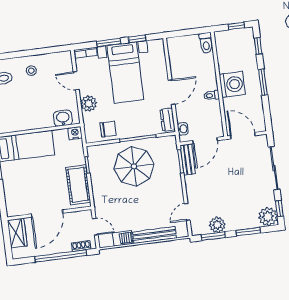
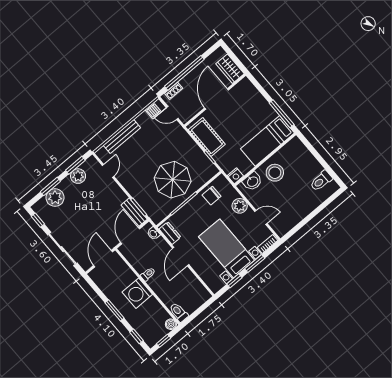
boiler: (220, 37) -> (171, 324), added
stool: (31, 71) -> (275, 173), moved, width x1.89, depth x1.89
door: (243, 136) -> (103, 259), swing flipped
plant: (268, 217) -> (55, 198), moved
barbecue: (123, 238) -> (156, 109), moved

